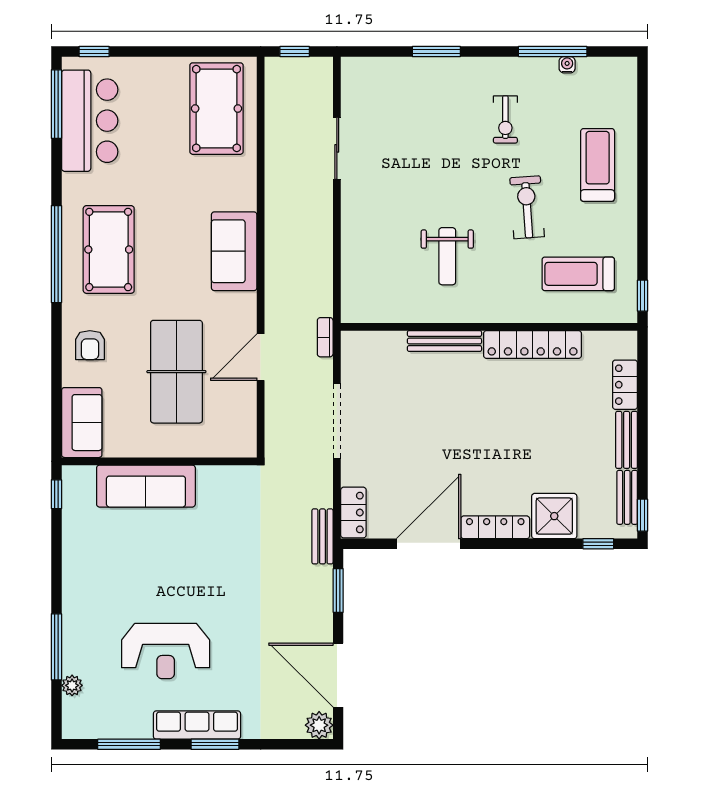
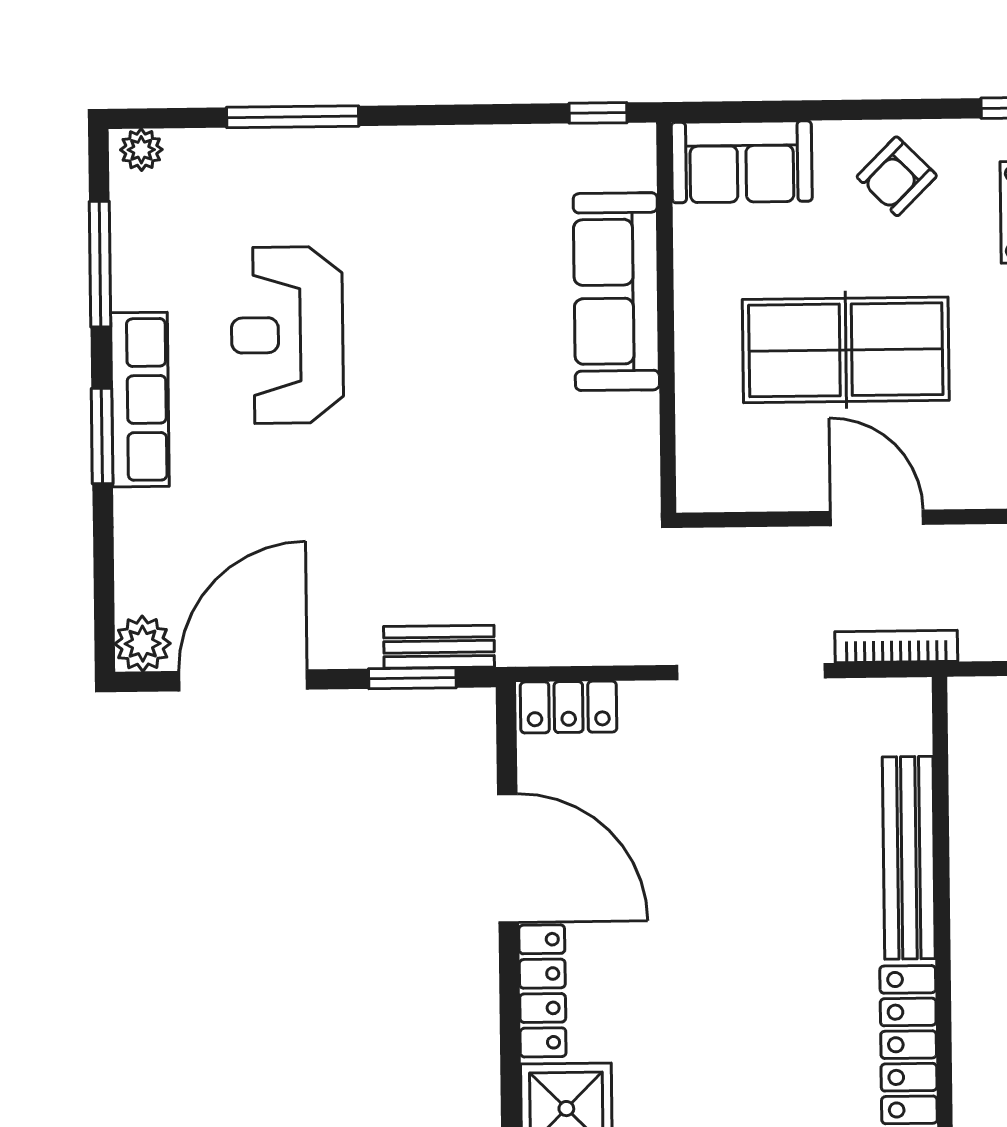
bookcase: (325, 337) -> (896, 647), width x1.56
bench: (444, 341) -> (909, 858), width x1.37, depth x1.21
armchair: (90, 345) -> (897, 176), turned -45
bench: (322, 536) -> (439, 647), moved
plant: (72, 685) -> (141, 150), moved

